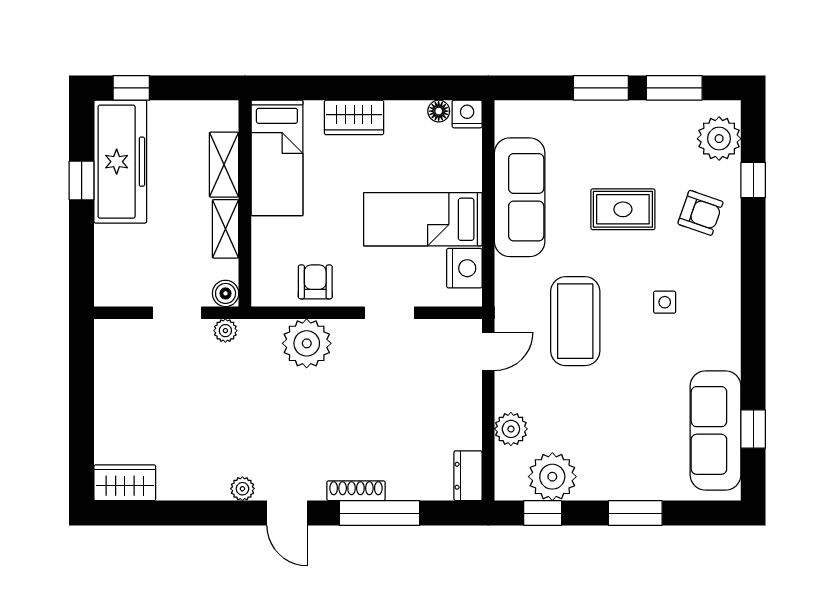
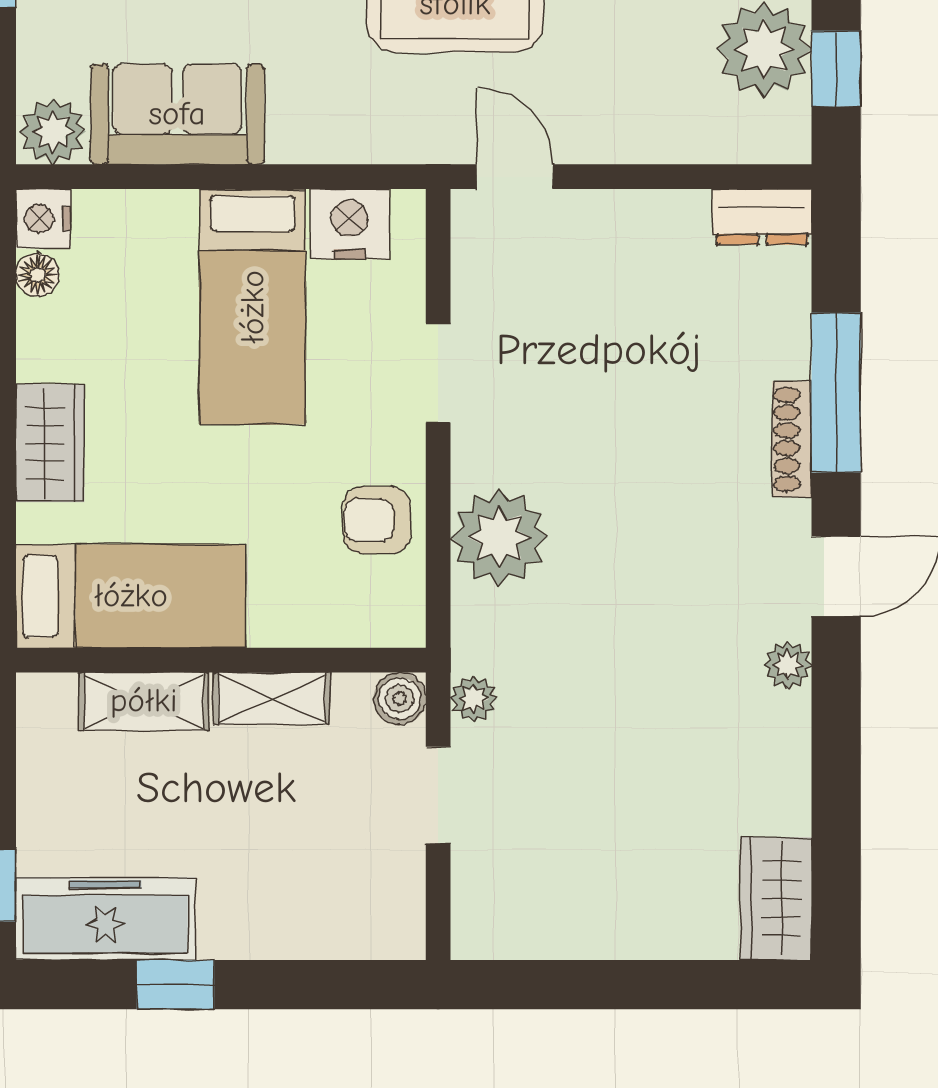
freezer: (120, 162) -> (105, 918), width x0.73, depth x0.79
sofa: (520, 197) -> (177, 114), width x0.73
plant: (511, 429) -> (53, 131), moved

